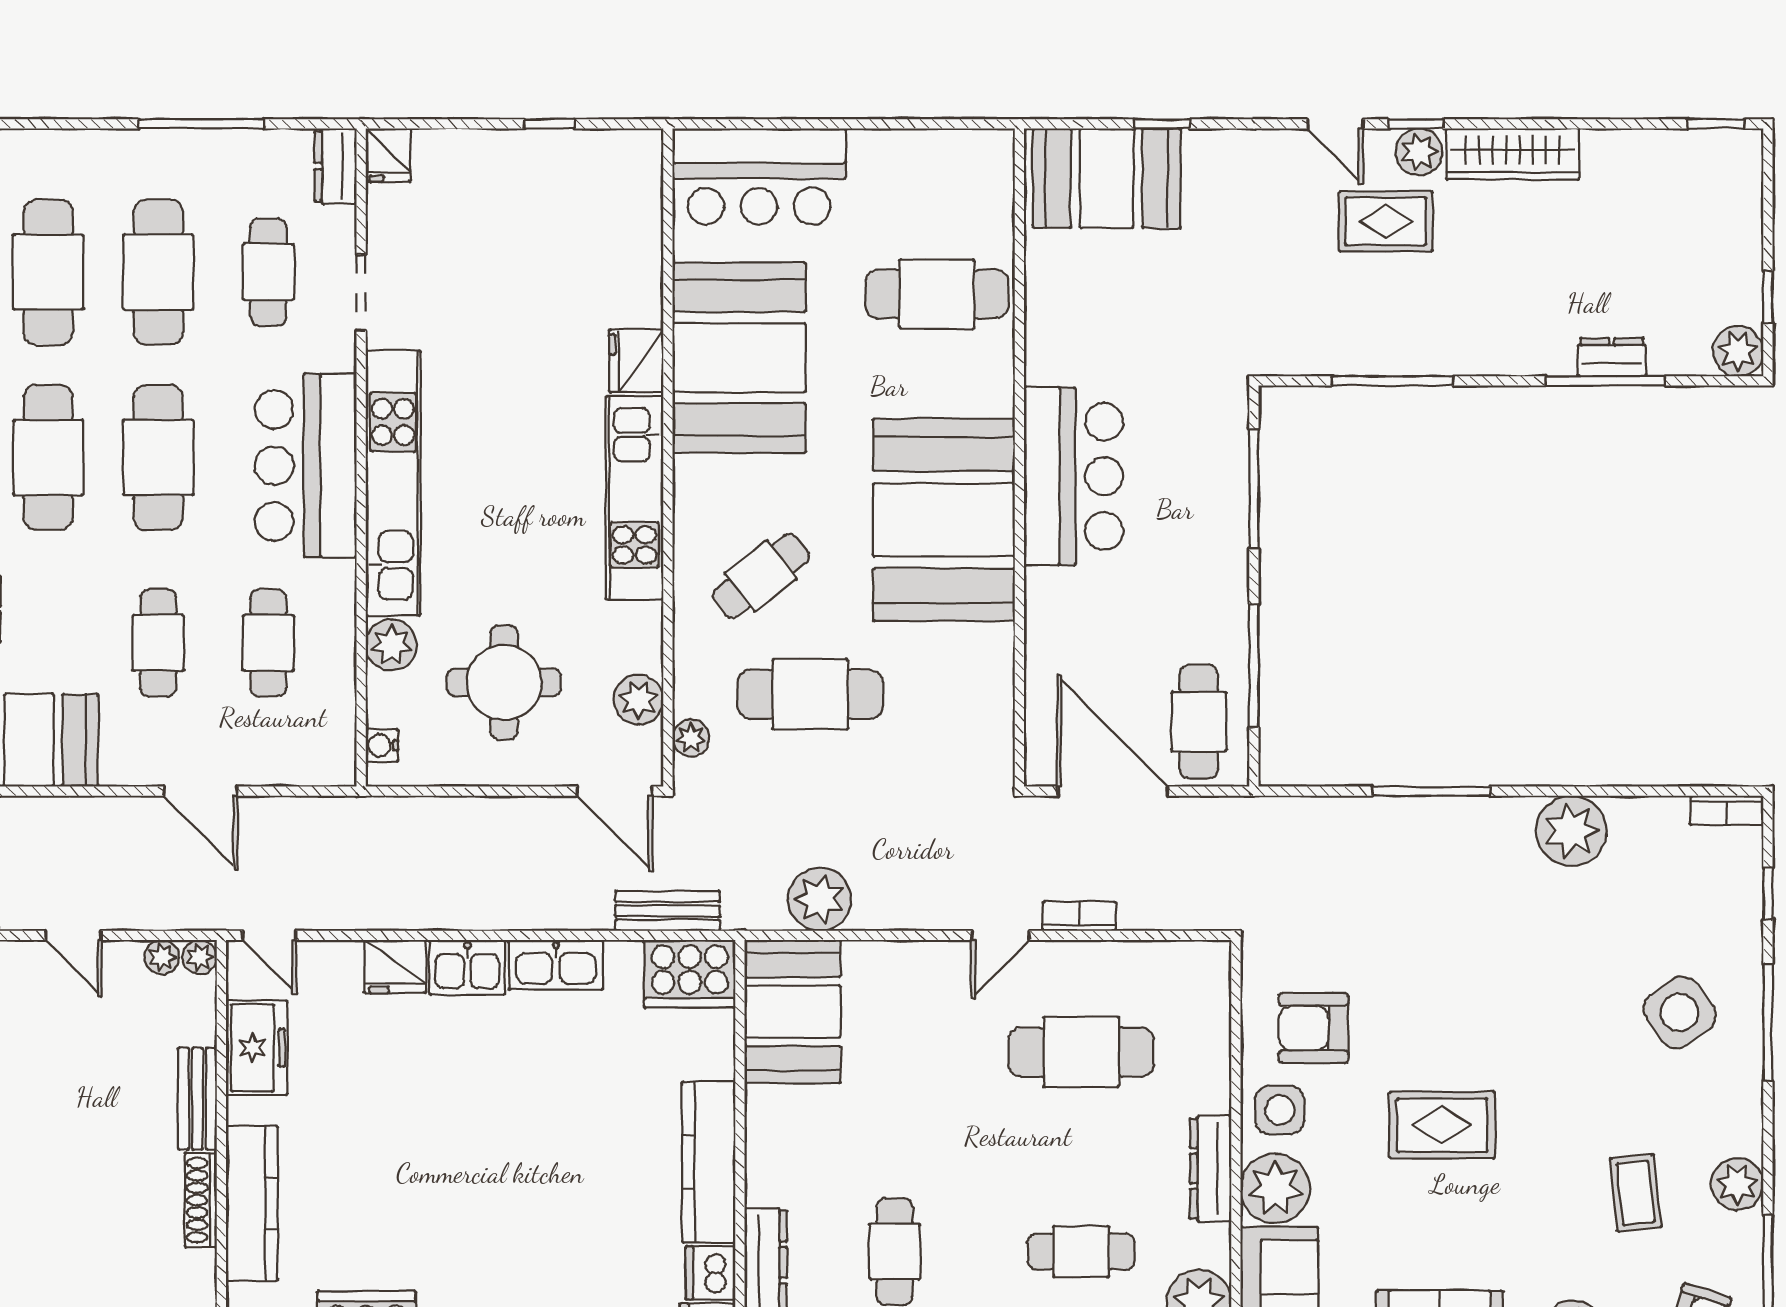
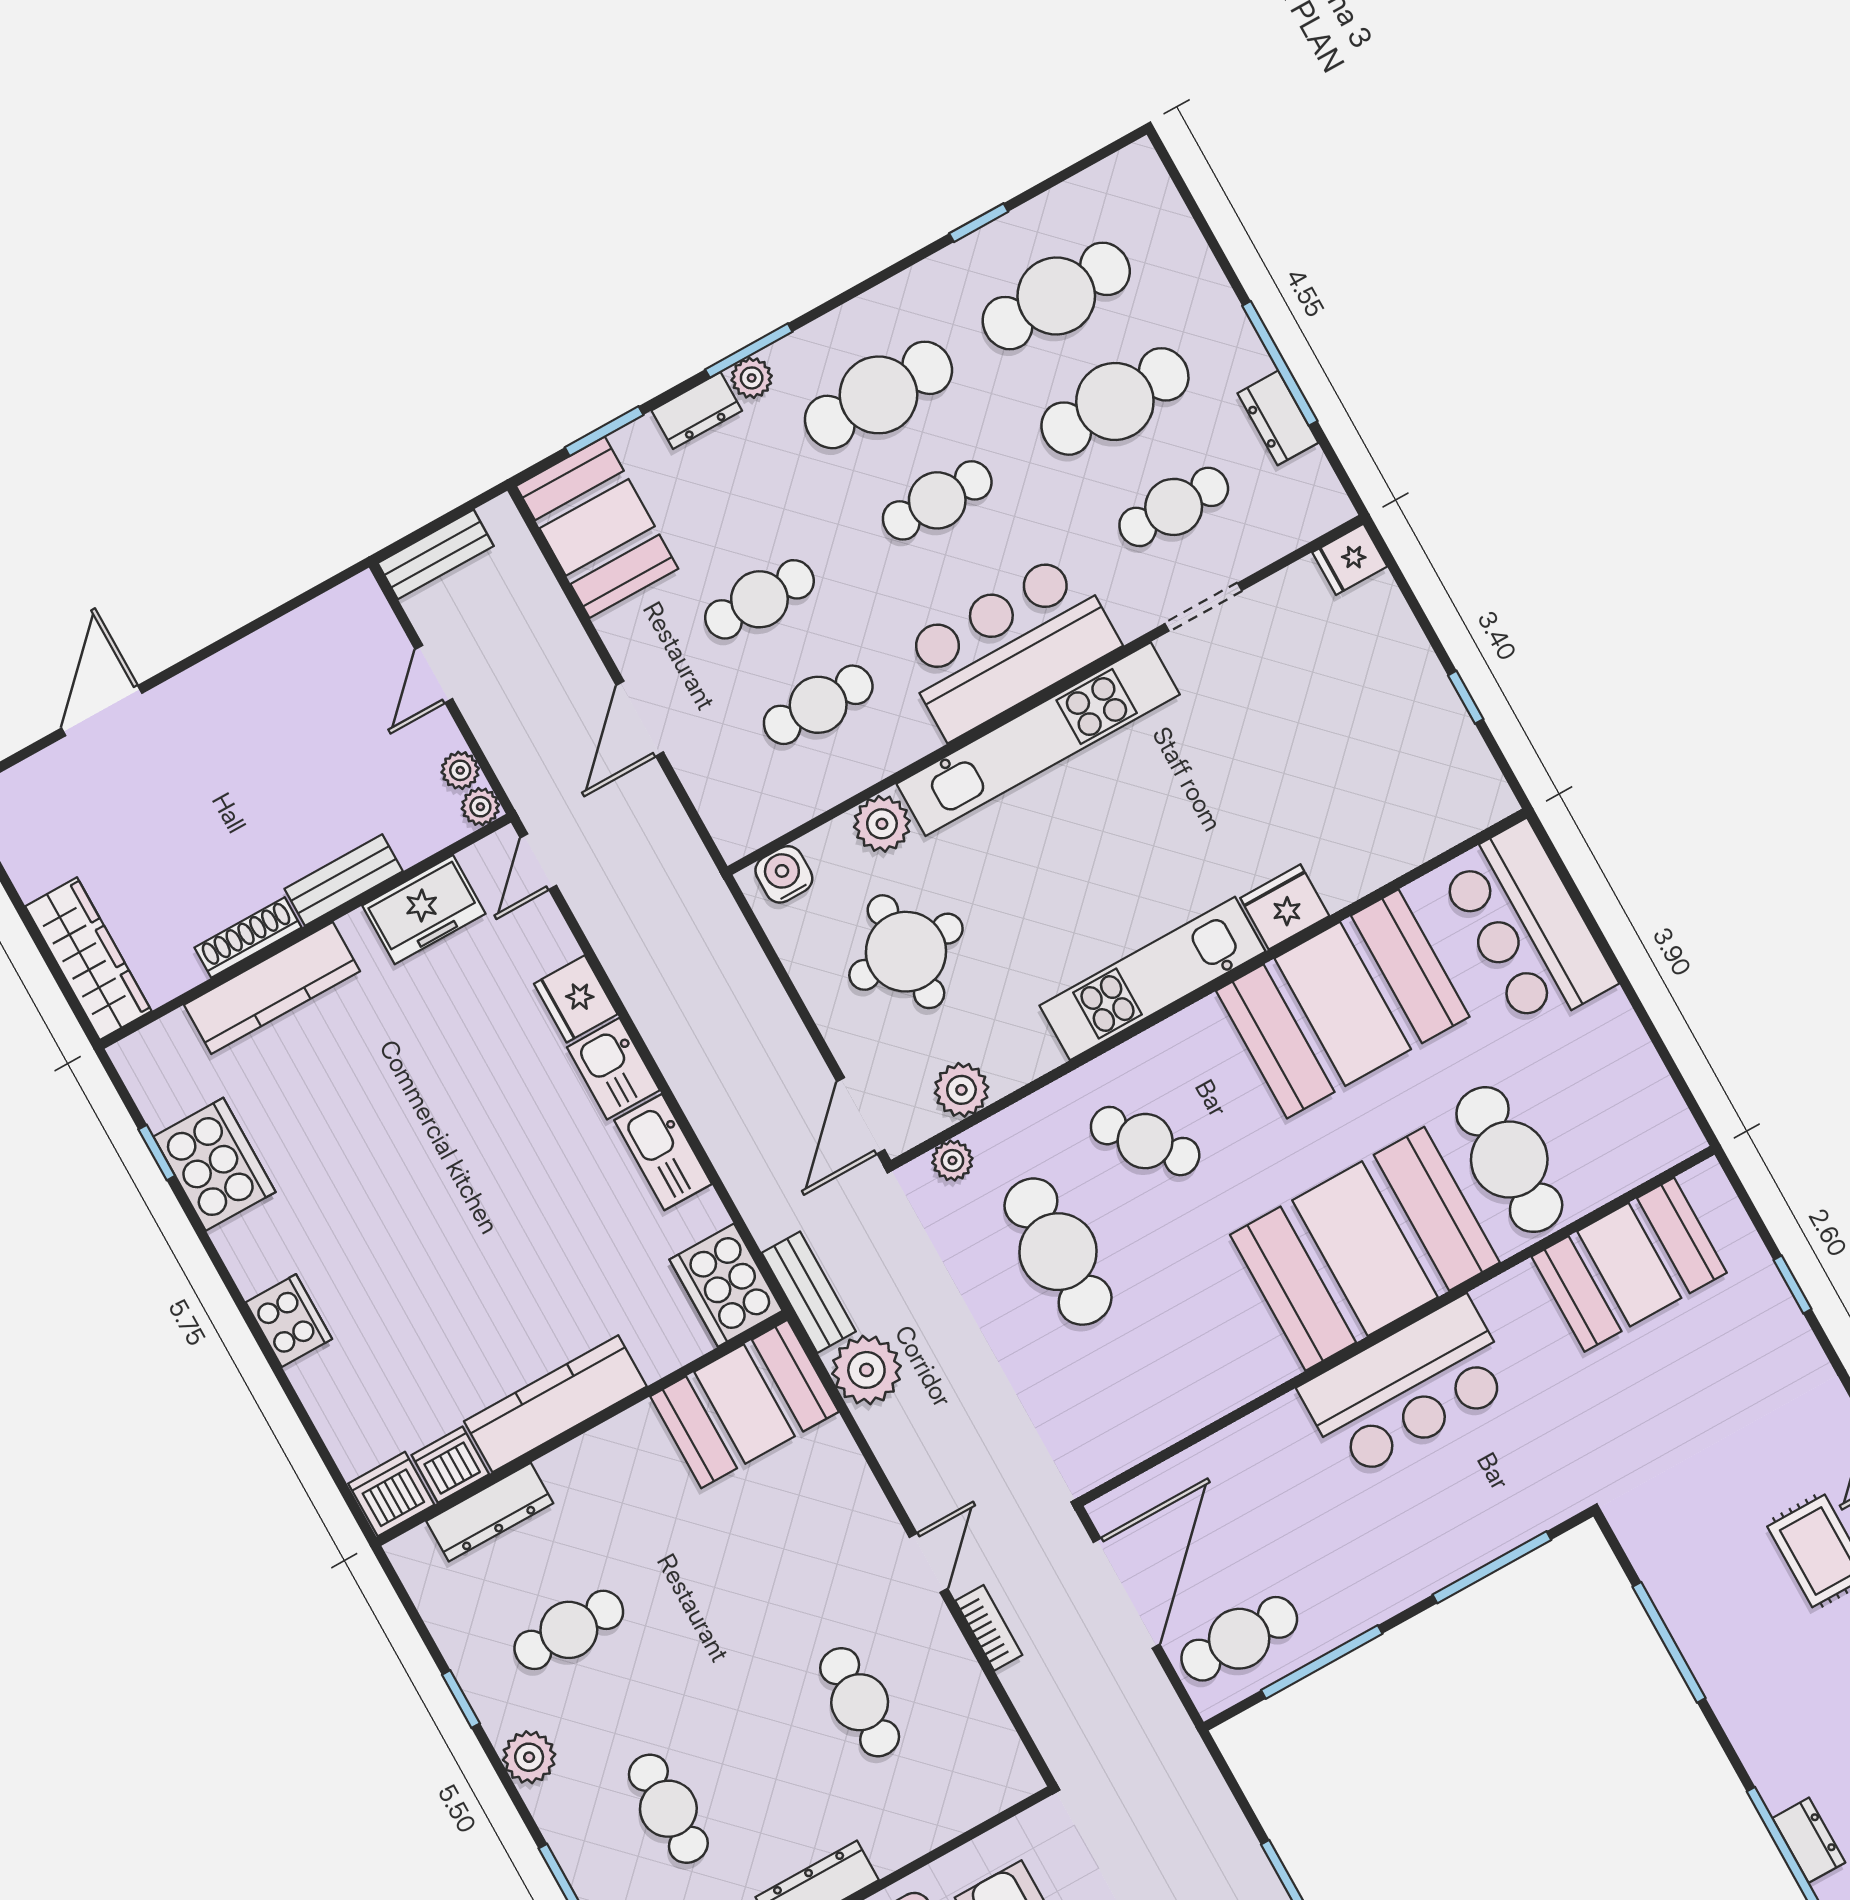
dresser: (335, 166) -> (1278, 418), moved, turned -90
booth: (1107, 178) -> (1629, 1265), moved, turned 90
cafe table: (158, 457) -> (937, 500), width x0.73, depth x0.74
booth: (944, 520) -> (1365, 1249), moved
water cooler: (382, 745) -> (784, 874), width x1.38, depth x1.38
bench: (668, 911) -> (809, 1292), moved
door: (1001, 935) -> (929, 1563), swing flipped
cafe table: (1081, 1052) -> (860, 1702), width x0.73, depth x0.74

